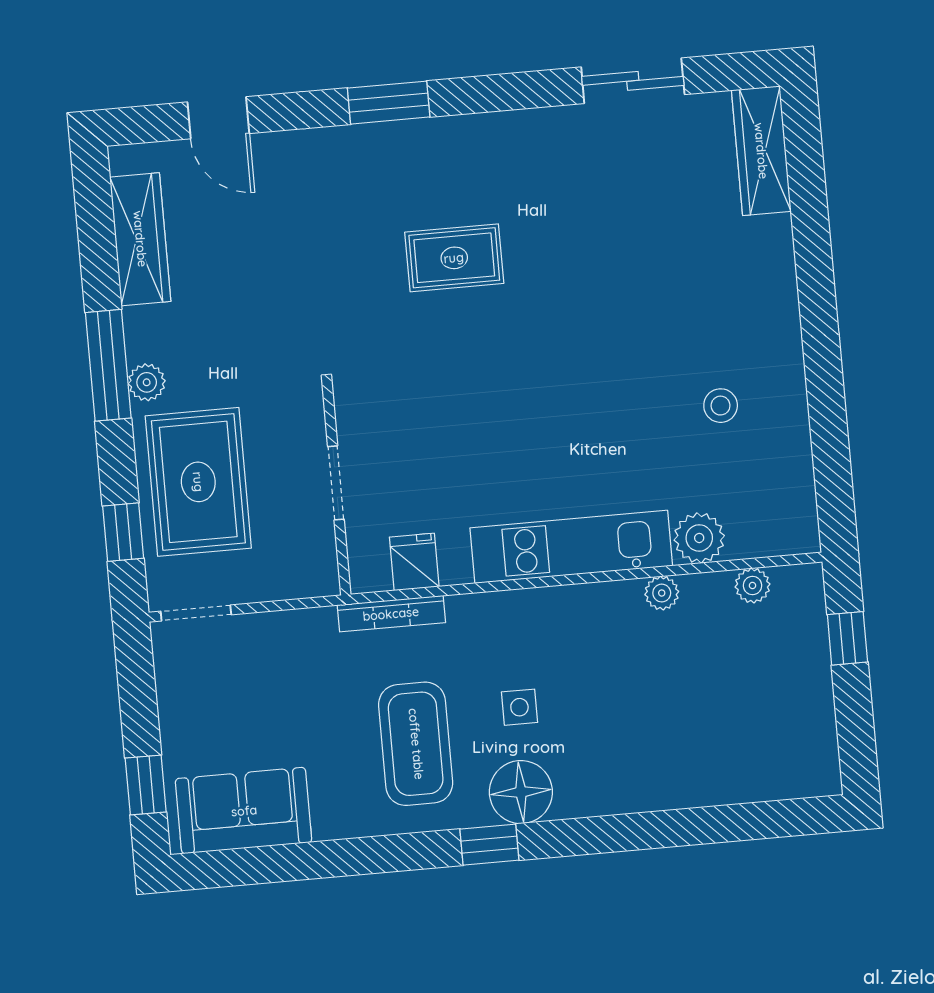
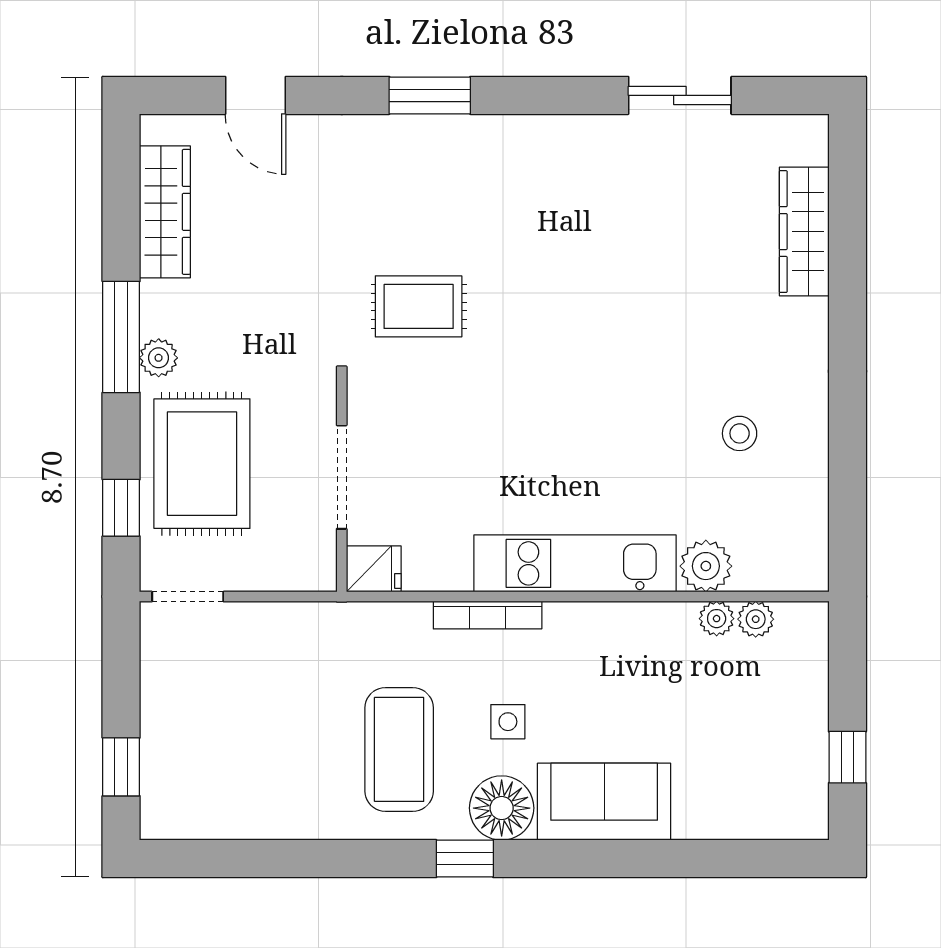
wardrobe: (761, 151) -> (804, 232), moved
rug: (454, 258) -> (419, 306), moved
doorway: (336, 483) -> (342, 477), width x1.38
fridge: (414, 562) -> (374, 569), moved, turned 90
plant: (662, 593) -> (717, 619), moved
bookcase: (391, 614) -> (488, 615), moved
window: (847, 638) -> (847, 757), moved
sofa: (244, 811) -> (604, 802), moved

